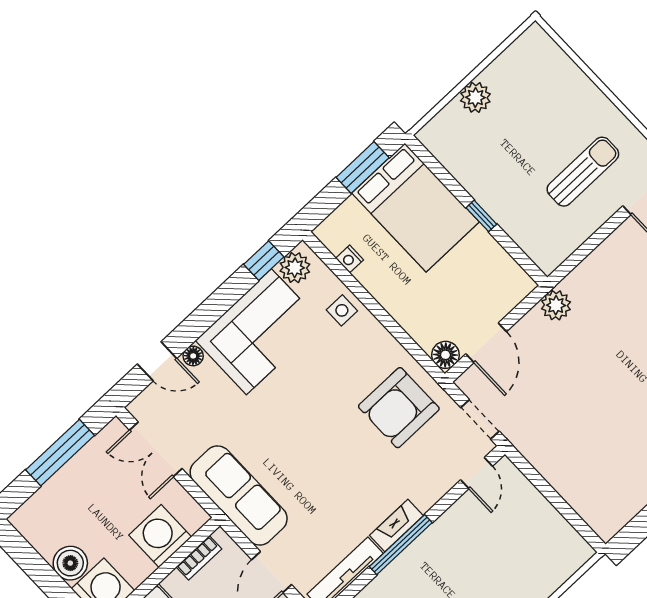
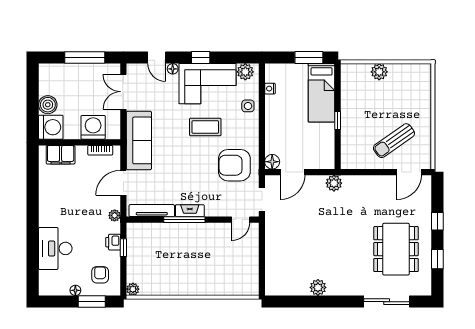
sun lounger: (583, 172) -> (394, 141), turned 145
bed: (415, 207) -> (322, 93), width x0.67
window: (264, 261) -> (201, 58), moved
coffee table: (311, 393) -> (205, 127), added

